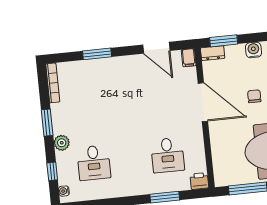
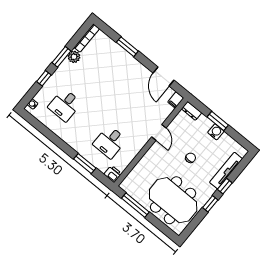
window: (224, 41) -> (218, 121), moved
door: (203, 102) -> (159, 132), width x0.53
plant: (62, 143) -> (74, 57), moved
window: (52, 171) -> (44, 78), moved

